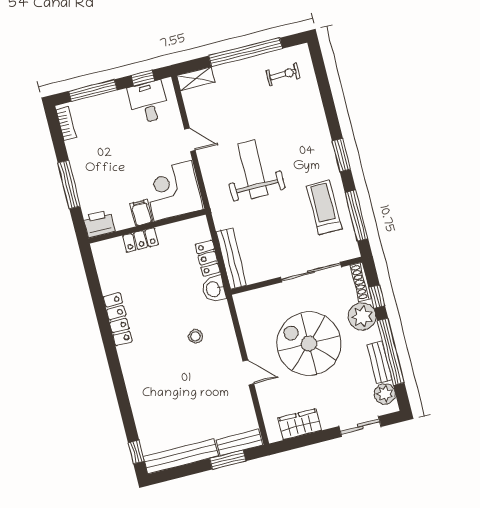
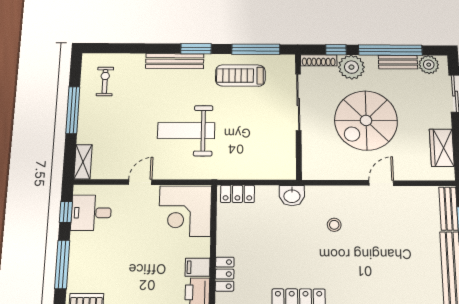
window: (245, 52) -> (73, 110), width x0.68
filing cabinet: (141, 213) -> (198, 267), moved
locker: (140, 240) -> (225, 274), moved
locker: (208, 258) -> (237, 194), moved
bench: (231, 258) -> (175, 61), moved

